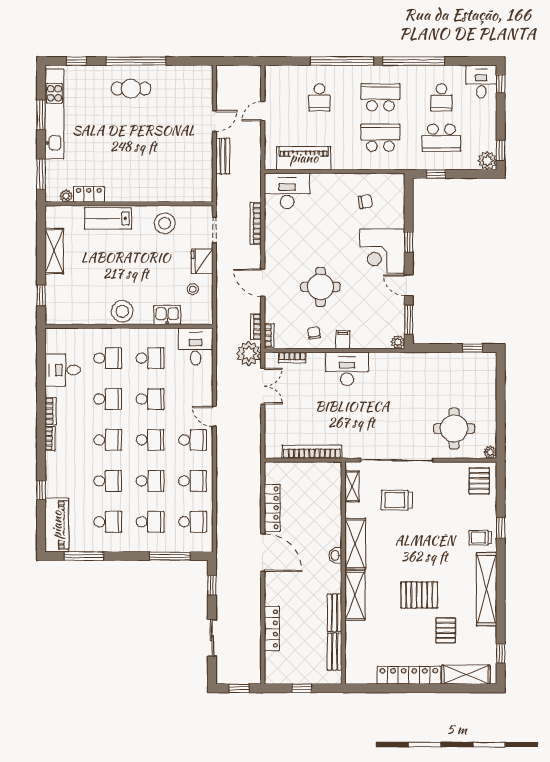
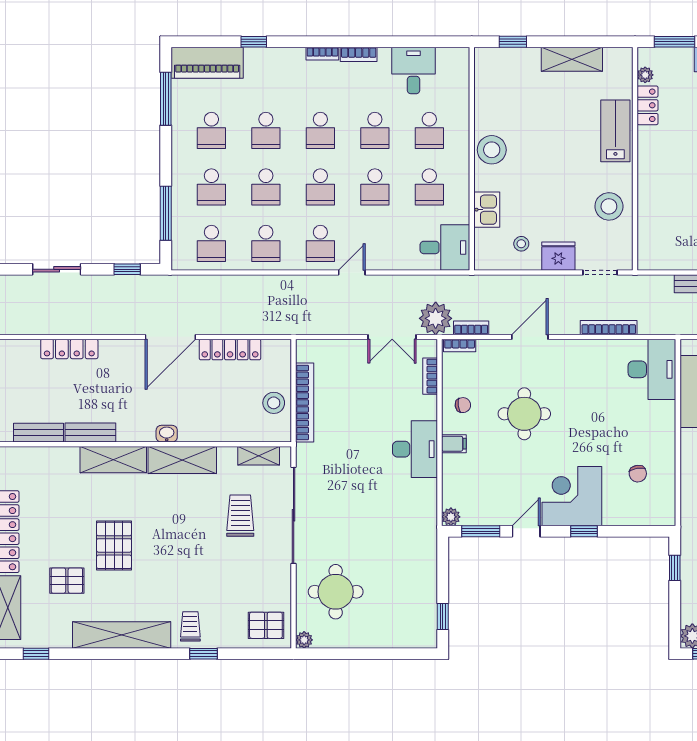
stool: (312, 475) -> (274, 403), added

